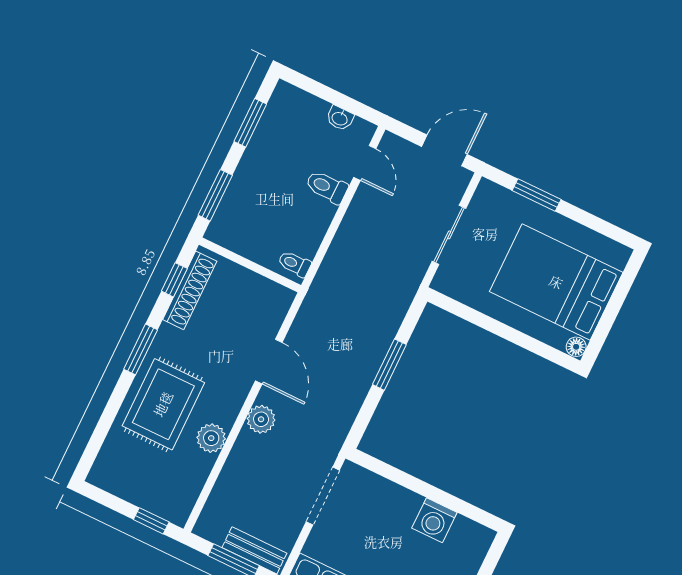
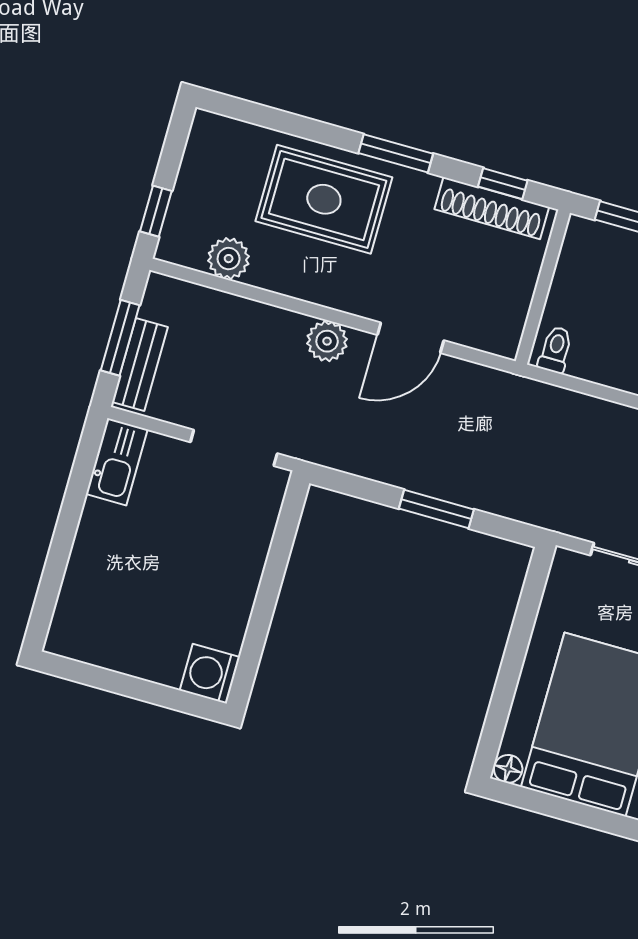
plant: (211, 438) -> (229, 259), moved
washing machine: (434, 520) -> (210, 674), moved

